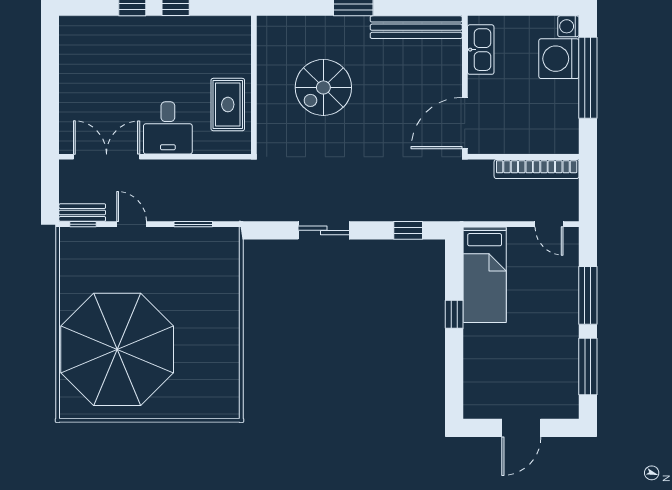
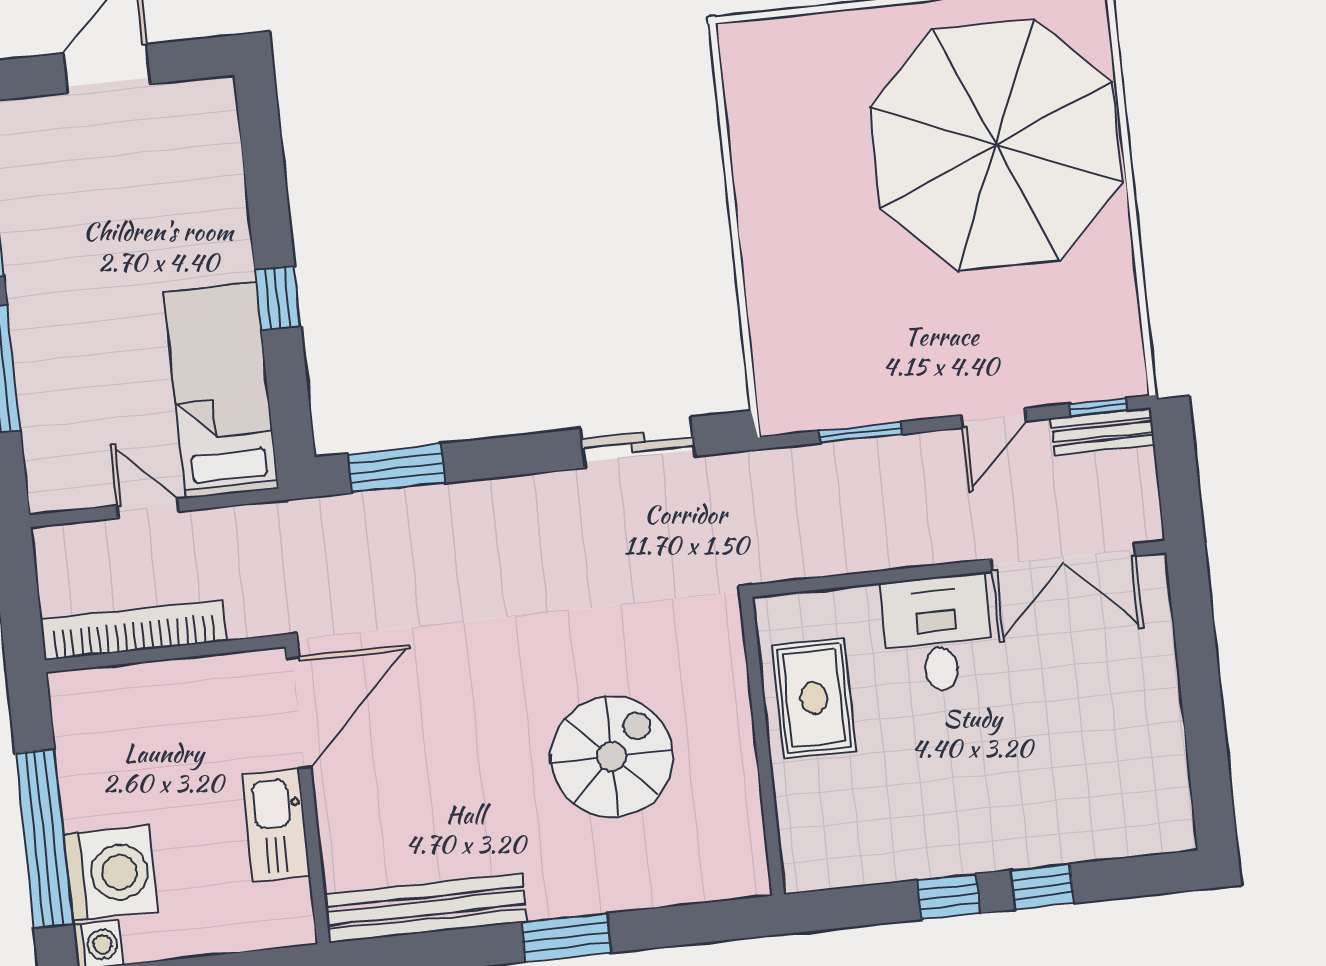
kitchen sink: (481, 50) -> (276, 825), moved
door: (132, 224) -> (994, 418), hinge flipped
door: (549, 224) -> (148, 509), moved
sliding door: (324, 230) -> (638, 443), moved
window: (408, 230) -> (396, 468), width x1.50

